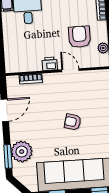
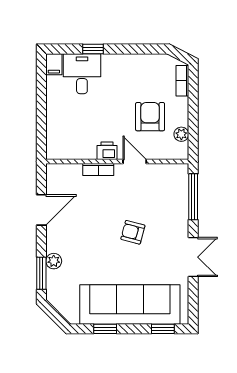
bookcase: (31, 79) -> (98, 169), moved
plant: (22, 152) -> (54, 261), width x0.53, depth x0.53

